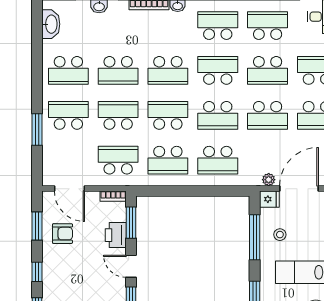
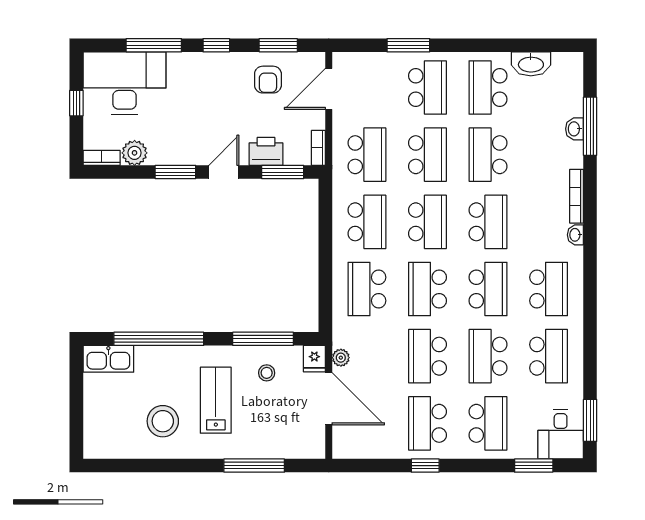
washbasin: (51, 24) -> (531, 64), moved
school desk: (168, 70) -> (488, 222), turned 180
school desk: (168, 160) -> (367, 222), turned 180

